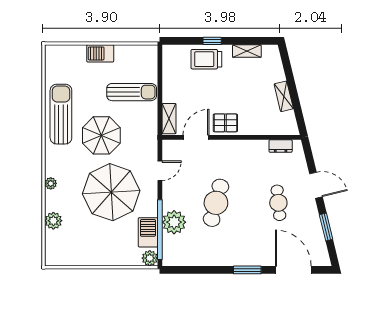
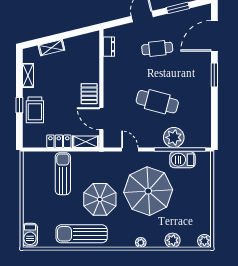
barbecue: (100, 53) -> (30, 235), moved
locker: (170, 87) -> (59, 141), added
shelving: (284, 96) -> (51, 48), moved
plant: (150, 258) -> (204, 241), moved

